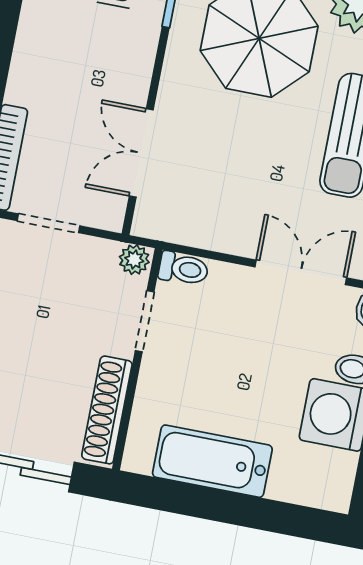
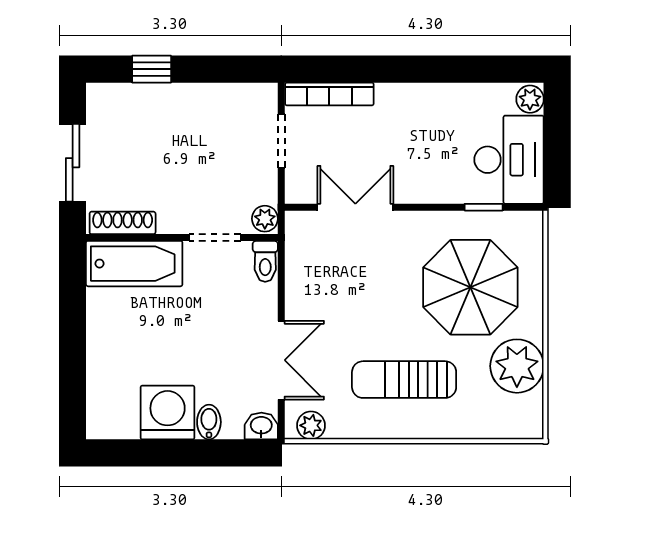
shoe rack: (107, 410) -> (123, 223), width x0.74, depth x0.81
bathtub: (212, 461) -> (134, 264), moved, turned 90

